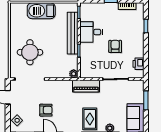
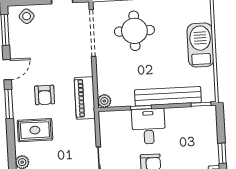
desk: (91, 32) -> (149, 126), moved
piano: (86, 86) -> (85, 98), moved
armchair: (46, 110) -> (45, 95), moved

